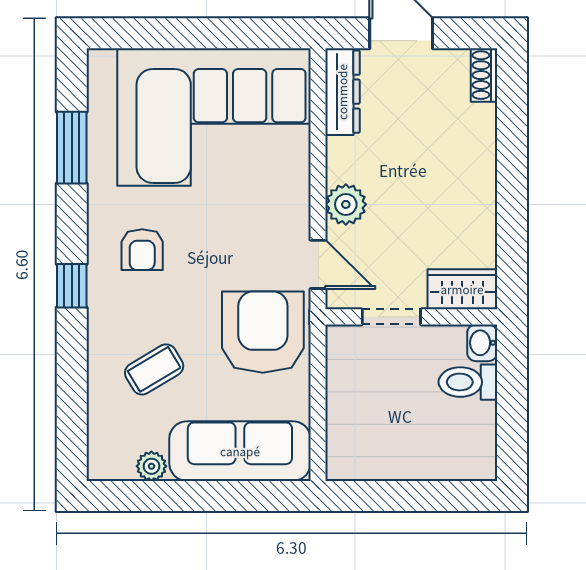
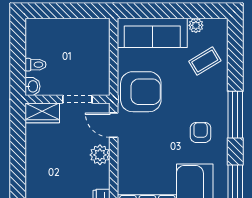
window: (72, 286) -> (235, 115), width x2.17
armchair: (263, 332) -> (141, 92), turned -90
coffee table: (154, 369) -> (205, 61), moved
toilet: (468, 382) -> (35, 65), width x0.73, depth x0.72

